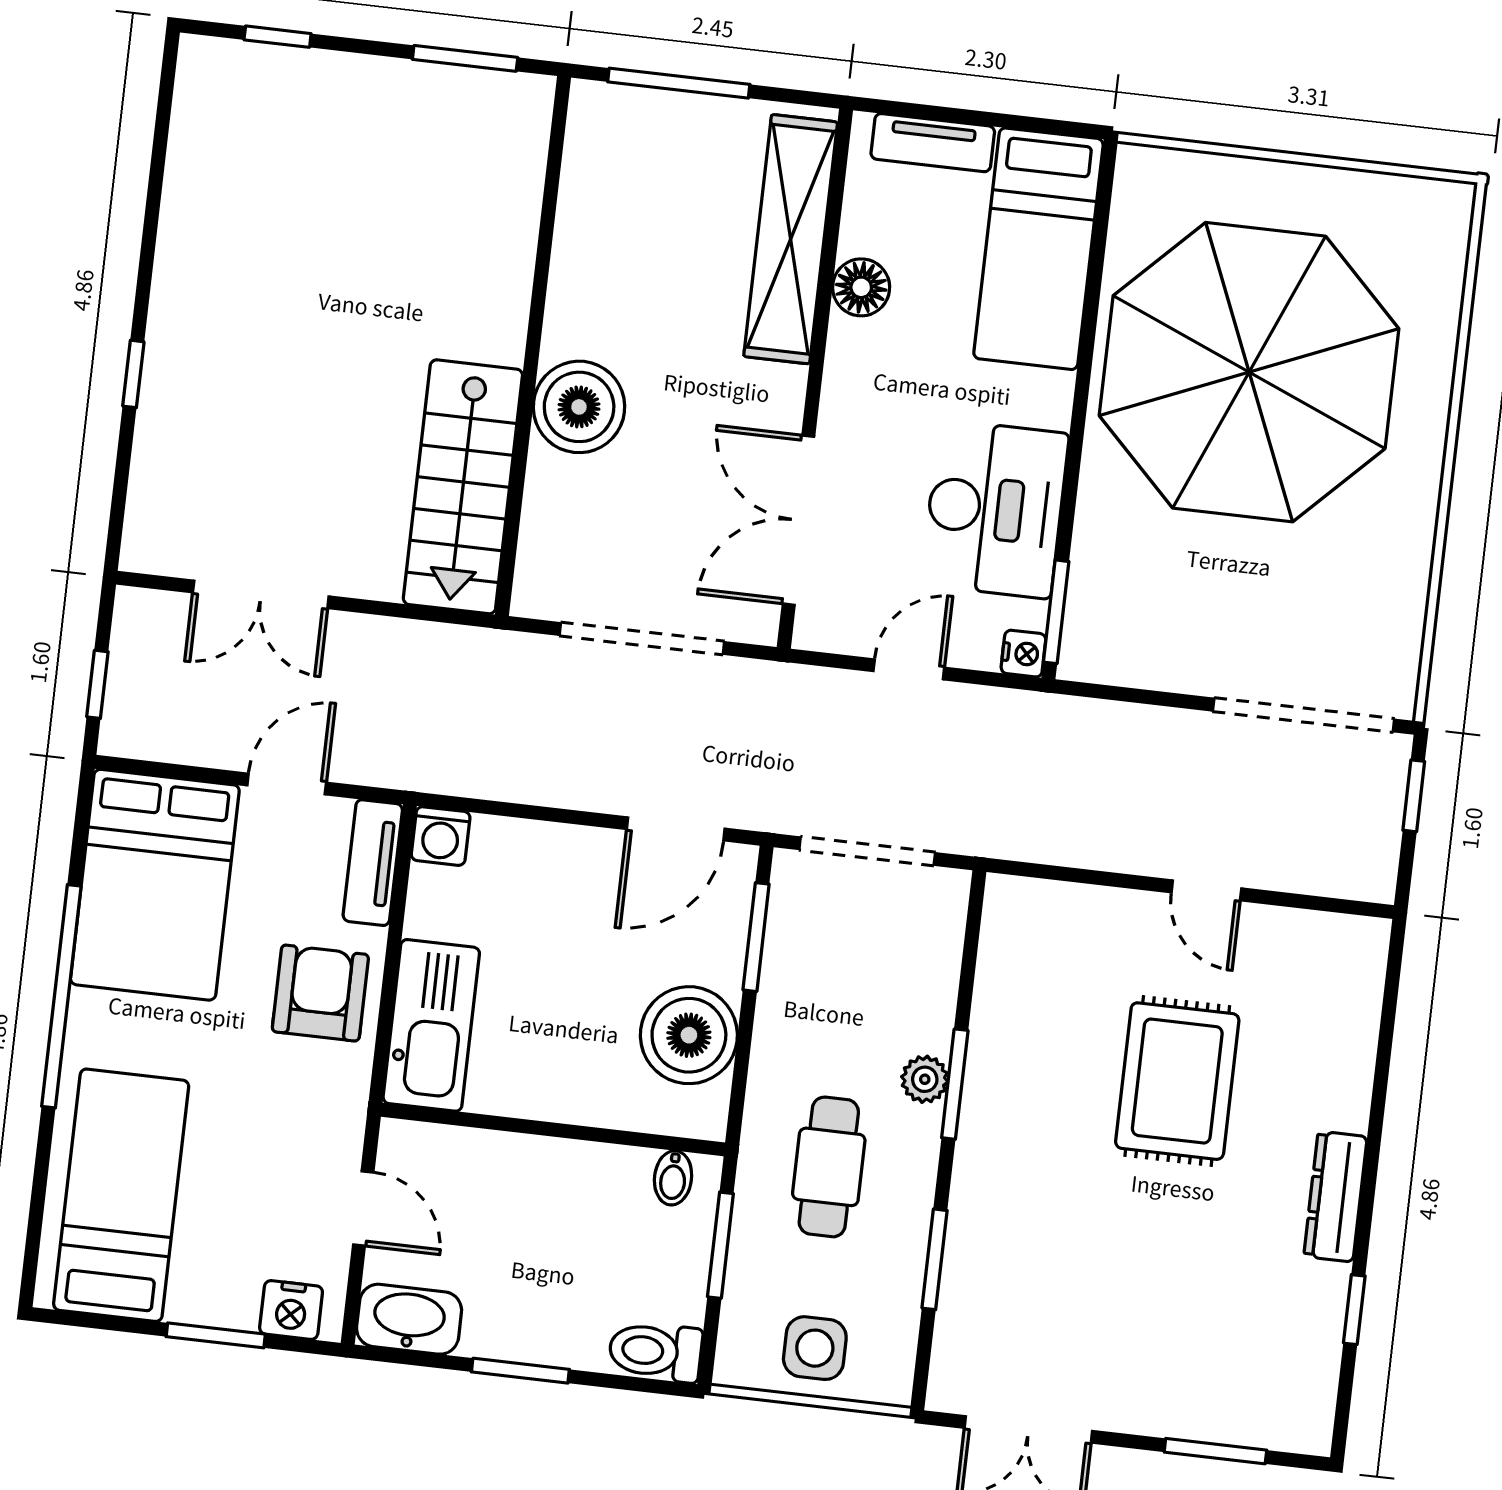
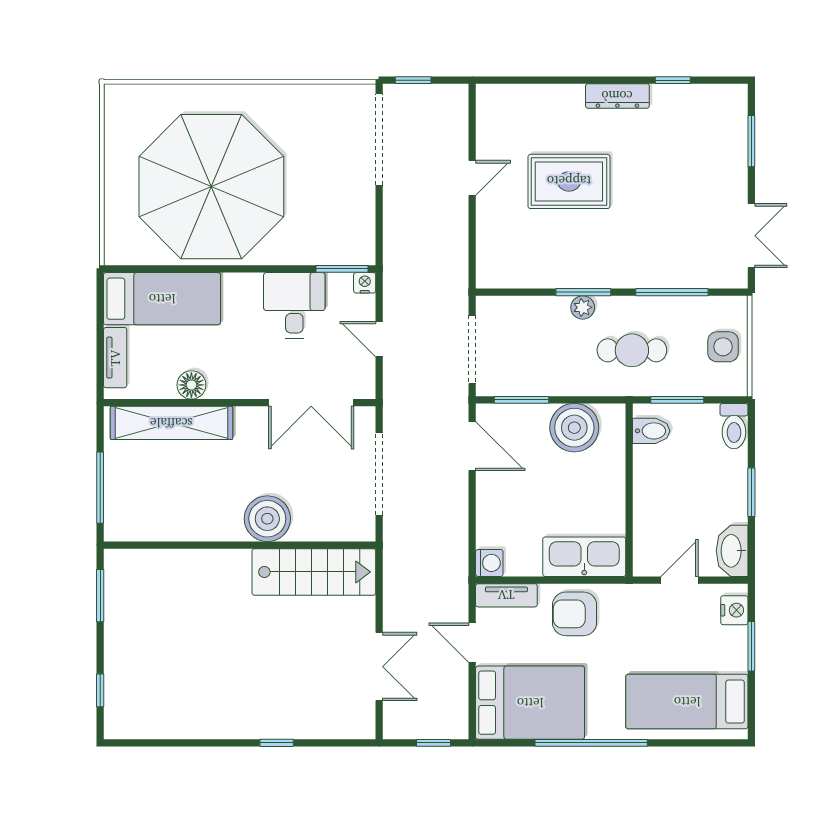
desk: (995, 509) -> (294, 305), width x0.73
bidet: (673, 1178) -> (651, 431), width x1.38, depth x1.36
window: (935, 1259) -> (672, 292), width x1.44

